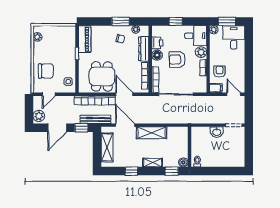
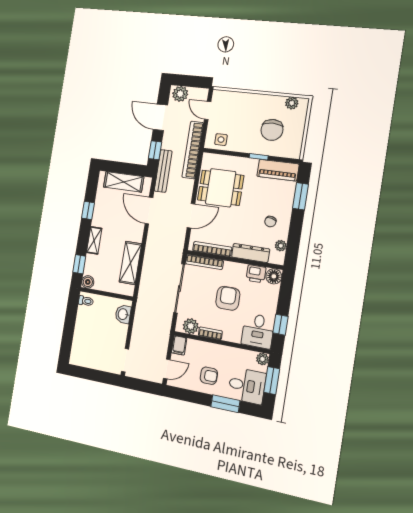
window: (121, 21) -> (300, 196), moved
window: (176, 21) -> (280, 325), moved
window: (249, 50) -> (225, 404), added
plant: (201, 52) -> (191, 326), moved
floor lamp: (157, 55) -> (274, 276), moved
chair: (46, 71) -> (272, 130), moved
armchair: (219, 72) -> (209, 376), moved
bookcase: (95, 100) -> (193, 150), moved
door: (125, 125) -> (149, 211), swing flipped
washbasin: (217, 132) -> (123, 314), moved
shelving: (152, 133) -> (130, 263), moved

